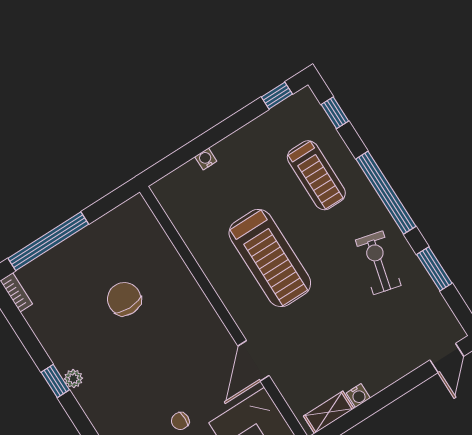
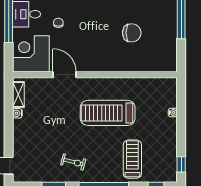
treadmill: (316, 175) -> (132, 159), turned 90
exercise bike: (378, 263) -> (73, 162), width x0.73, depth x0.72

